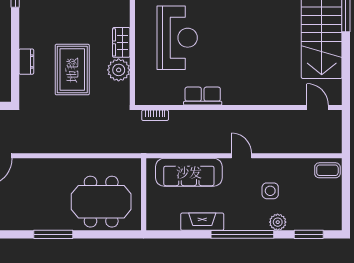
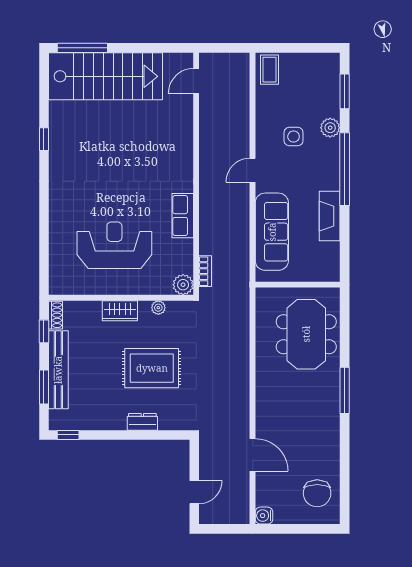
plant: (119, 70) -> (158, 308), width x0.53, depth x0.53
plant: (144, 96) -> (183, 285), added

